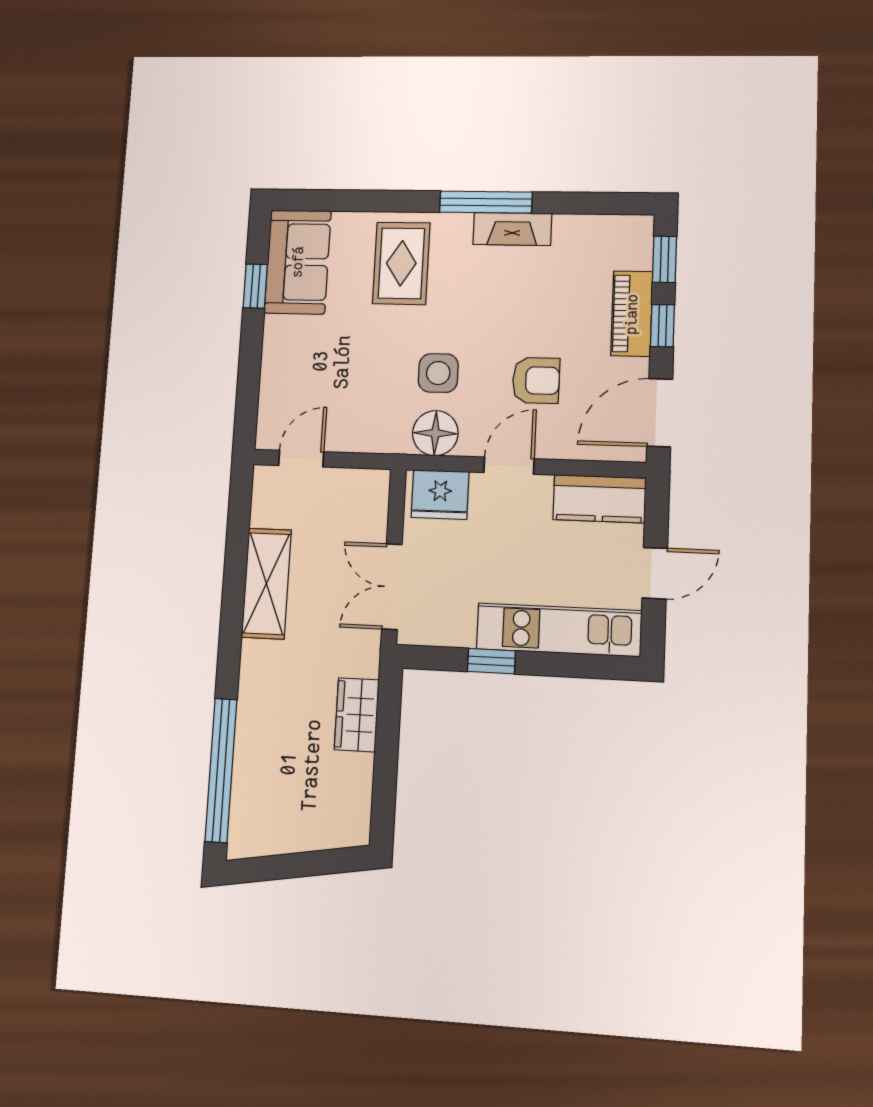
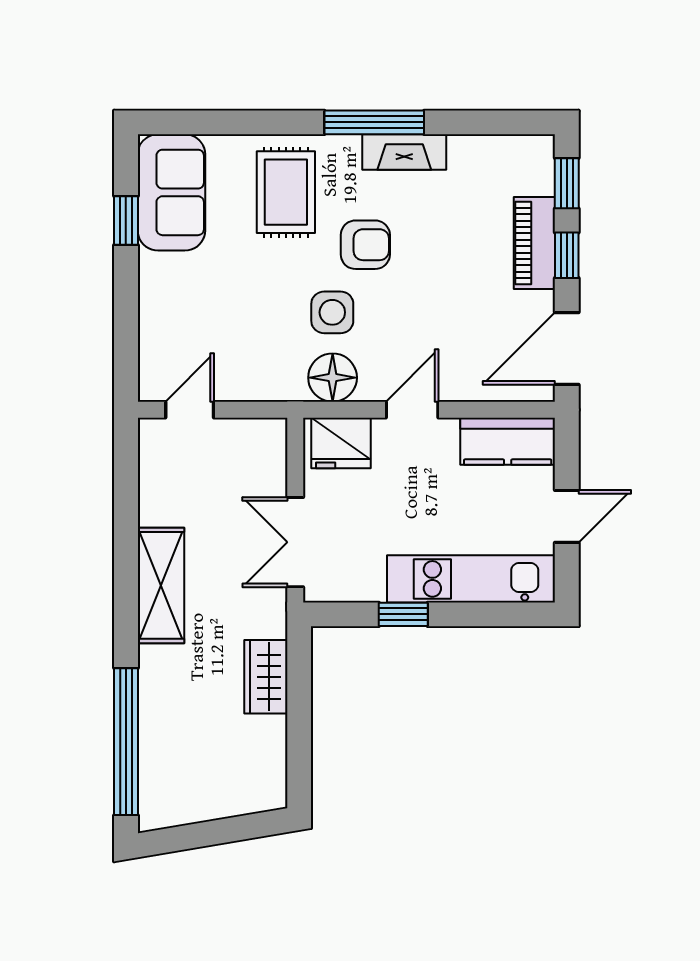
armchair: (536, 380) -> (365, 245), moved
shelving: (266, 584) -> (161, 585), moved

